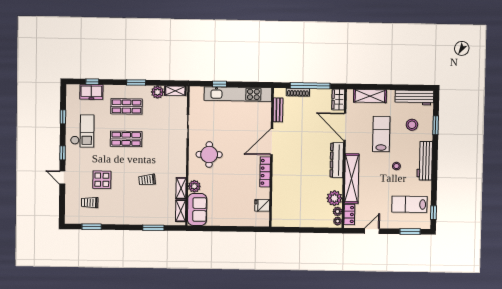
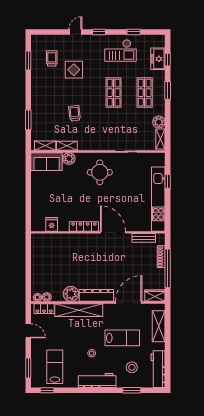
window: (136, 83) -> (168, 90), moved
plant: (334, 198) -> (71, 294), moved

